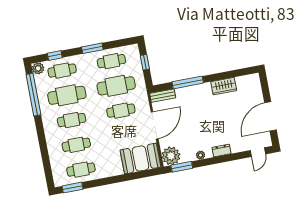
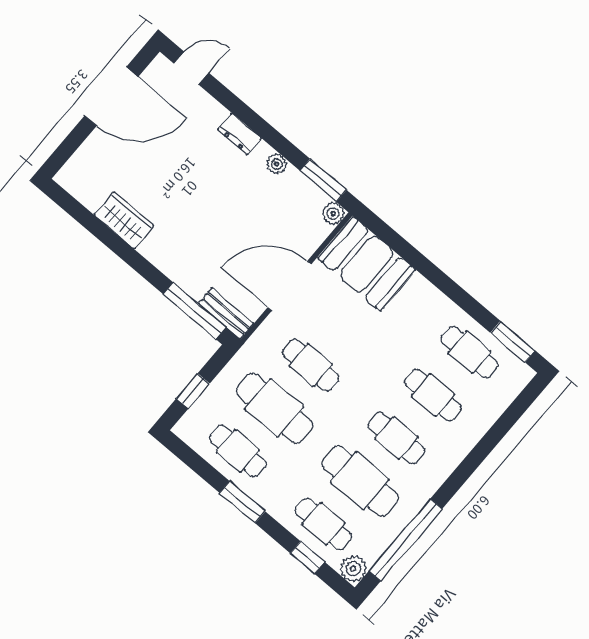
window: (188, 82) -> (195, 311), moved
plant: (171, 156) -> (333, 213), width x0.53, depth x0.53

